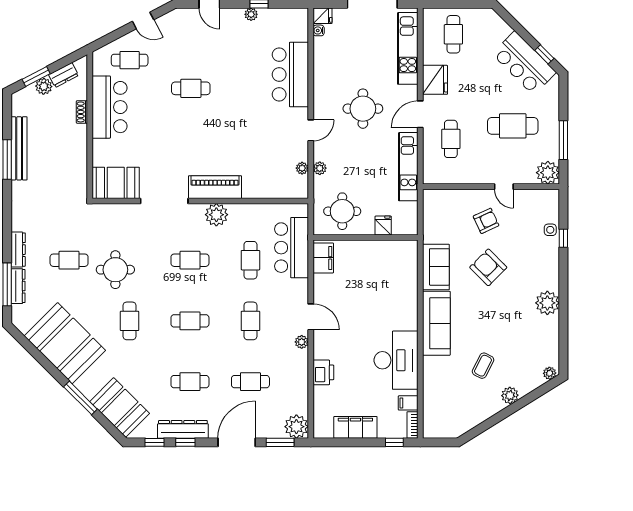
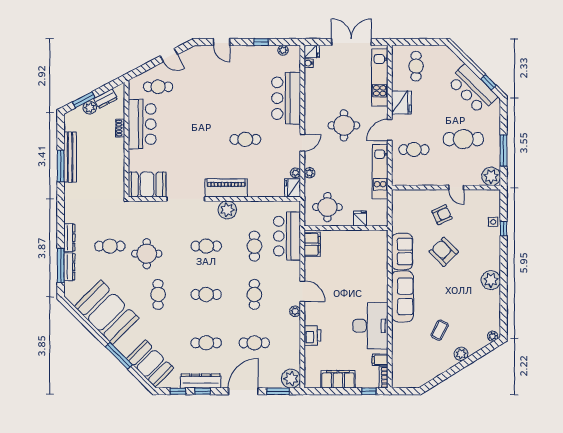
plant: (251, 14) -> (283, 50), moved
cafe table: (191, 88) -> (245, 139), moved
cafe table: (451, 139) -> (414, 150), turned 90
fridge: (298, 187) -> (293, 188), added

